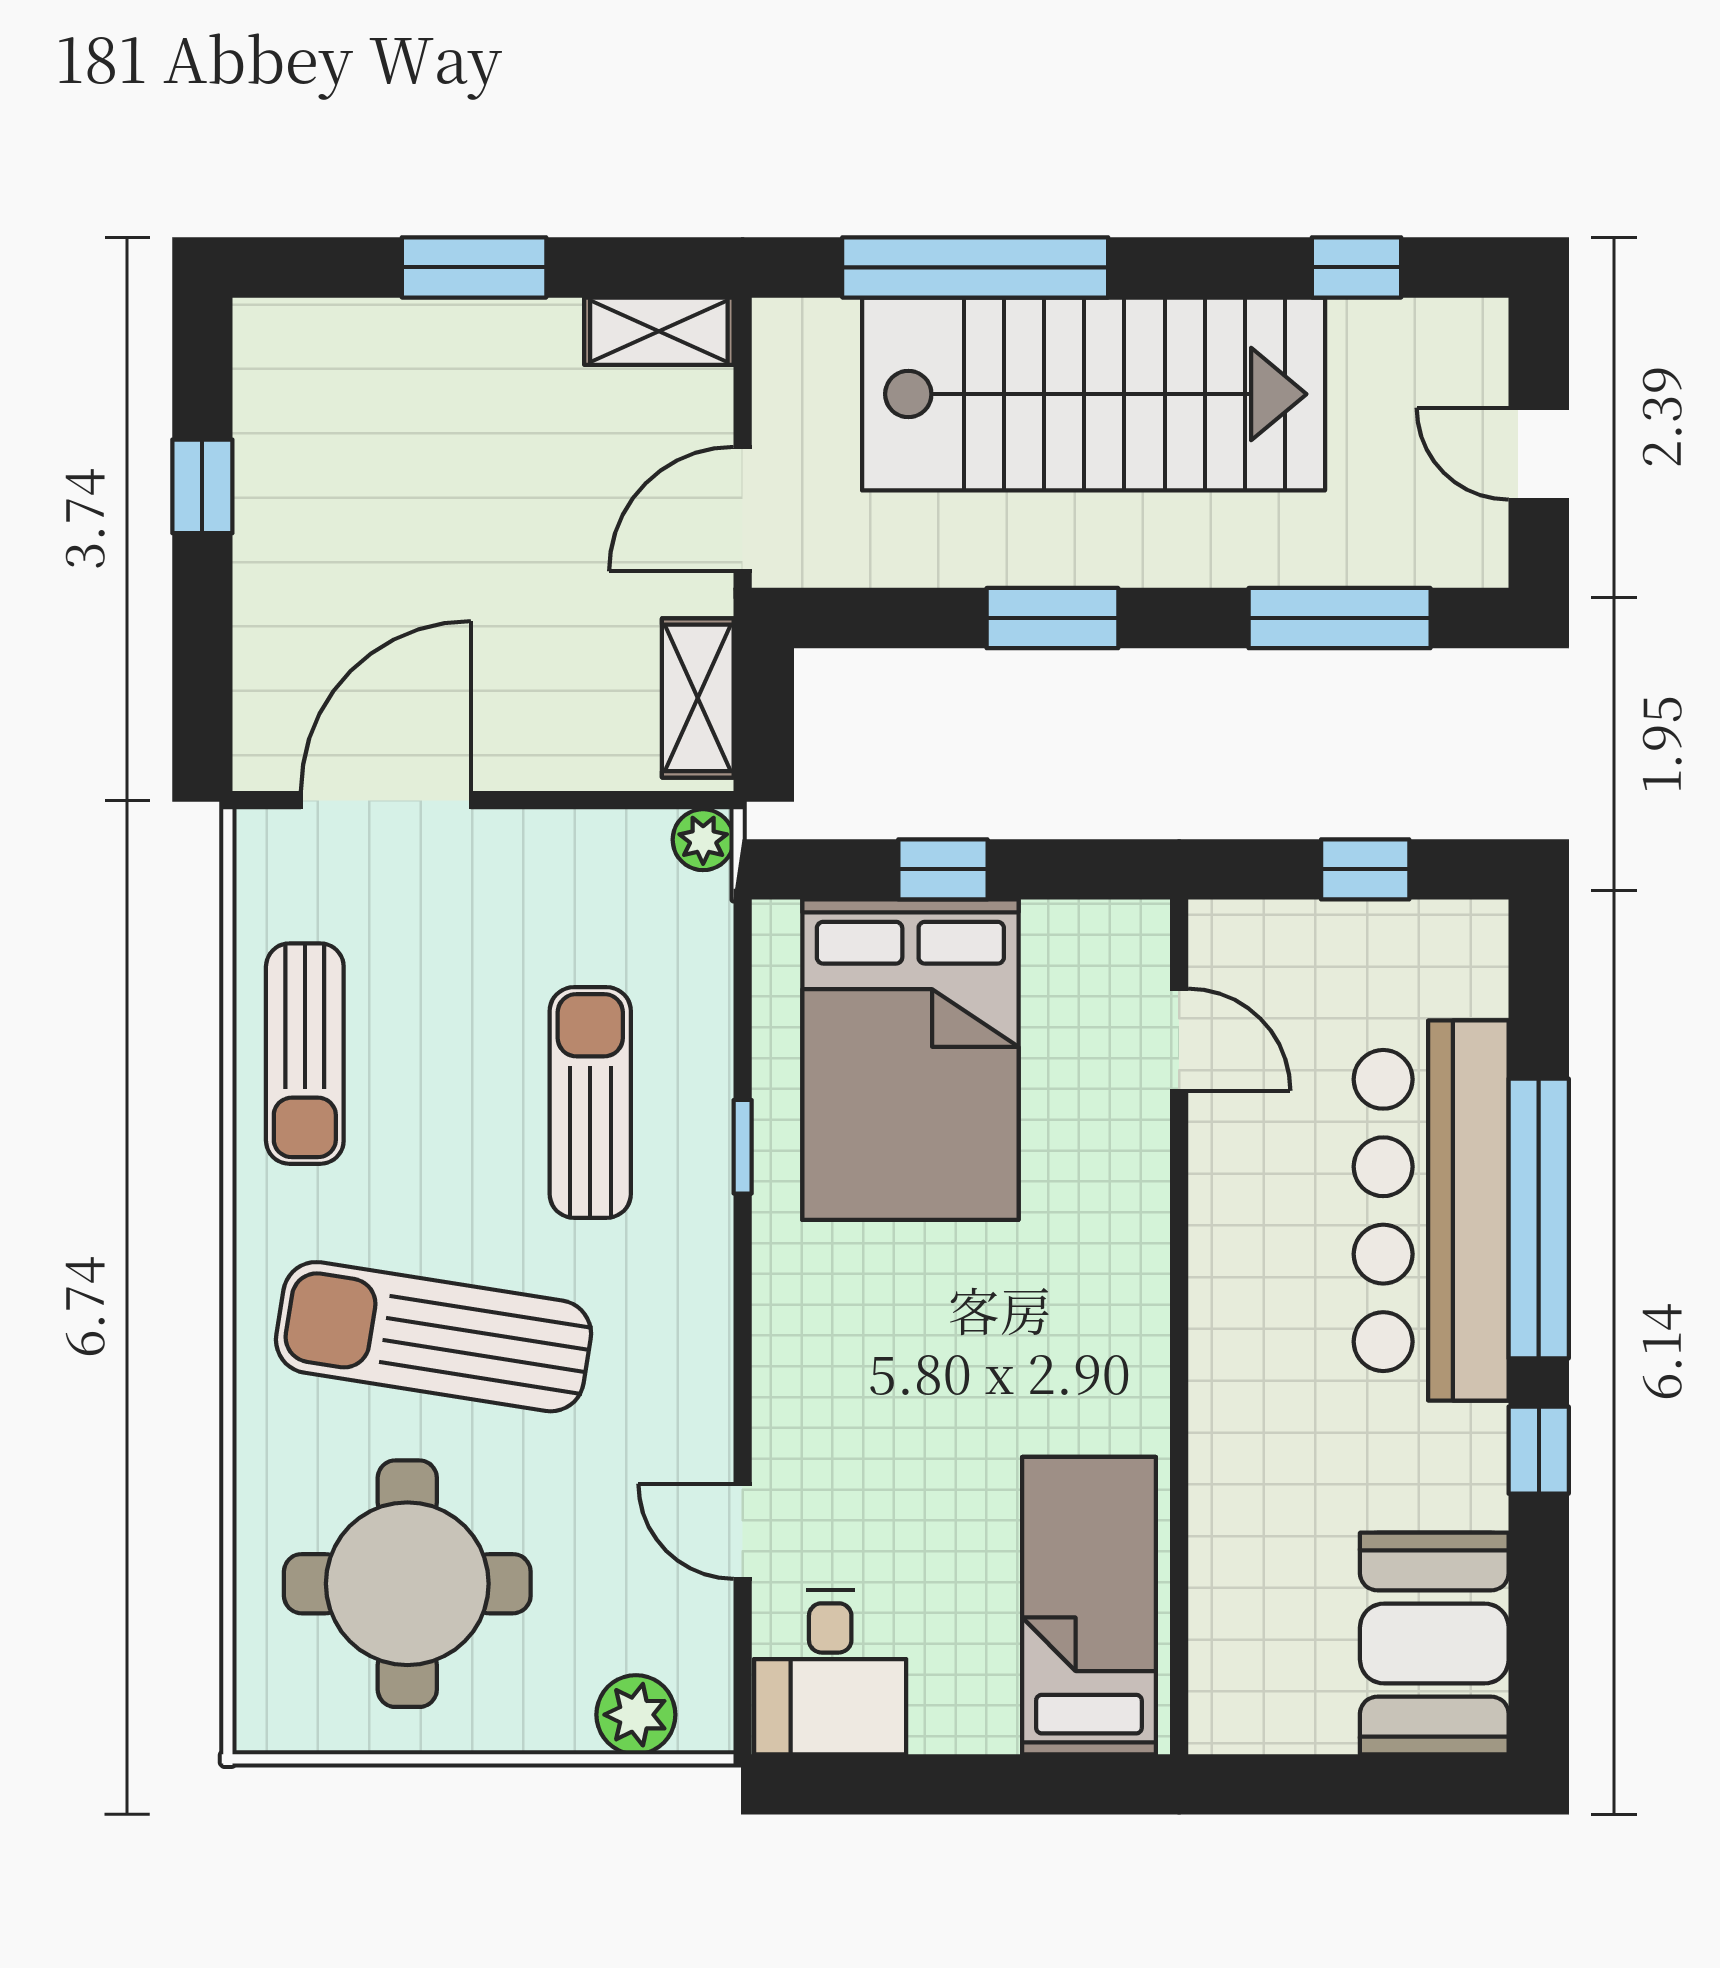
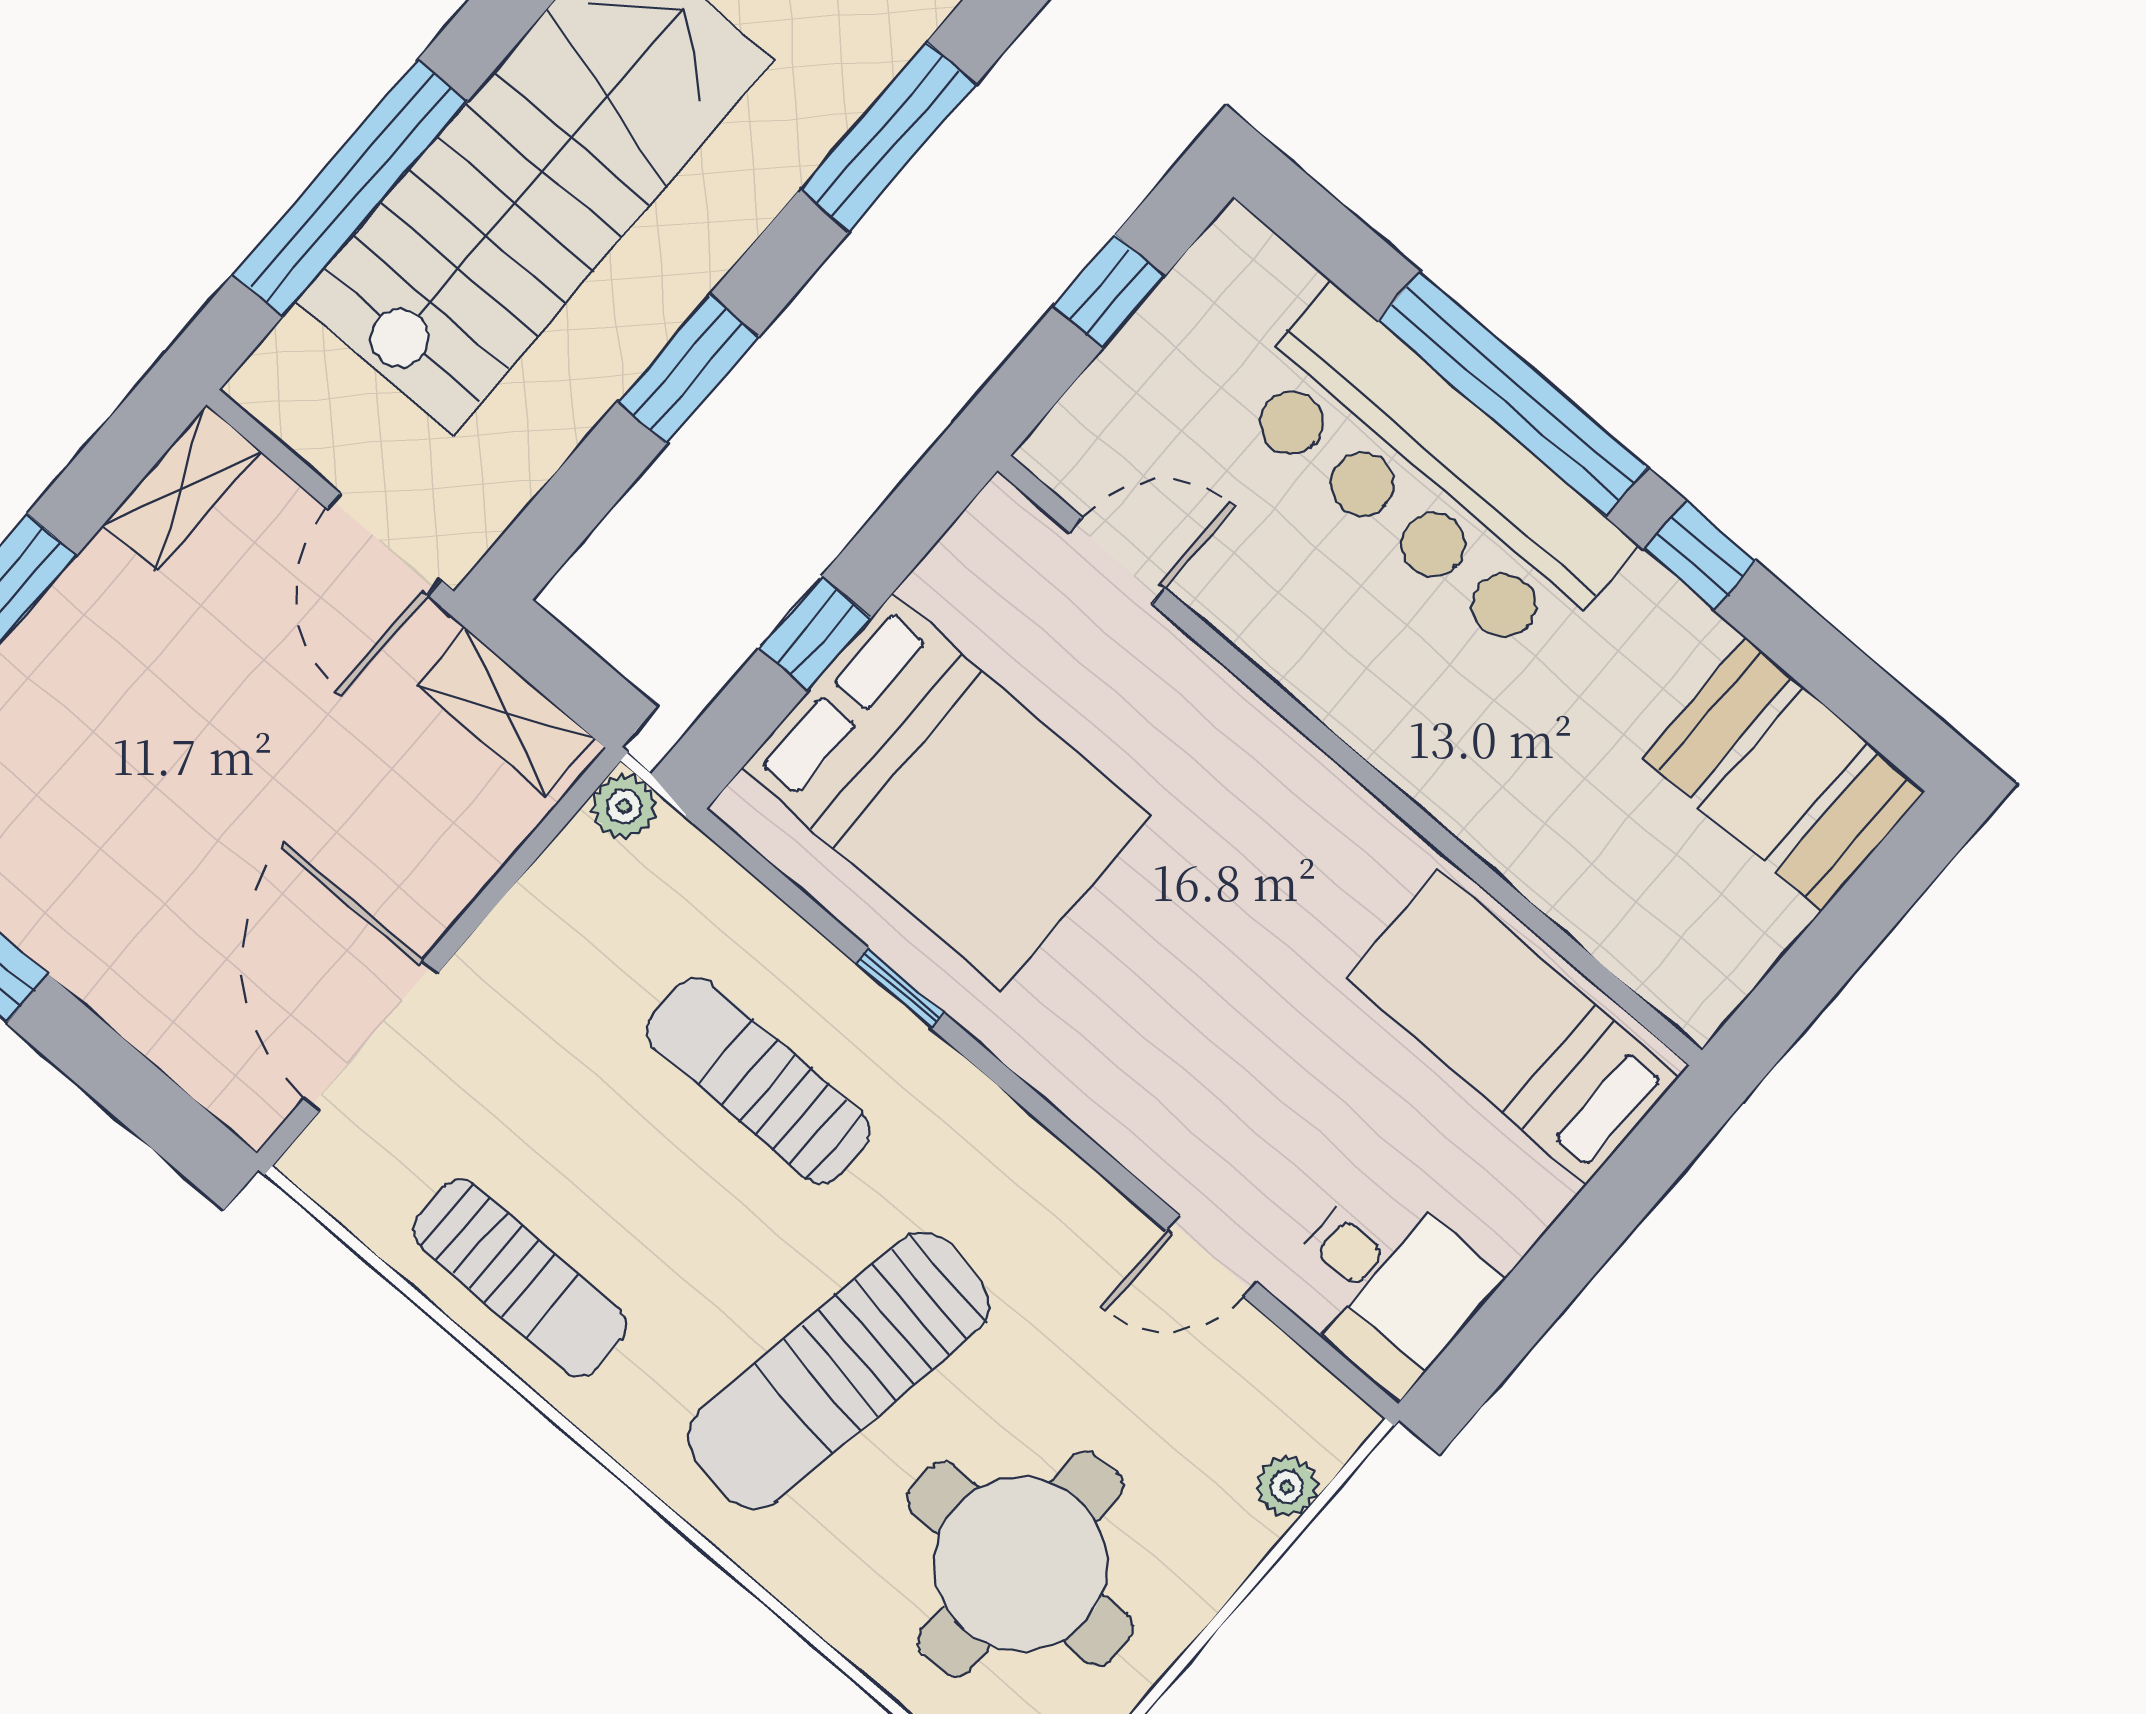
plant: (636, 1715) -> (1287, 1486), width x0.73, depth x0.73

